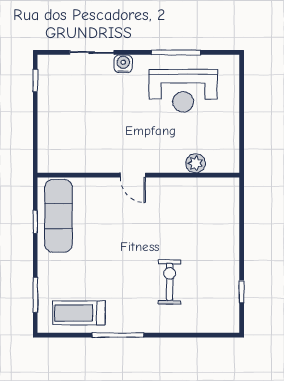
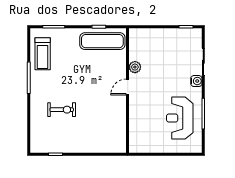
plant: (196, 163) -> (135, 67), moved
treadmill: (79, 313) -> (43, 54), turned 180

